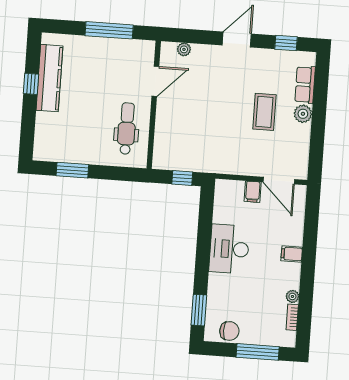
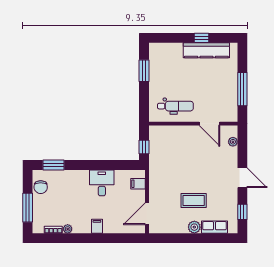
filing cabinet: (253, 192) -> (138, 184), moved
desk: (229, 249) -> (102, 183), width x0.73

